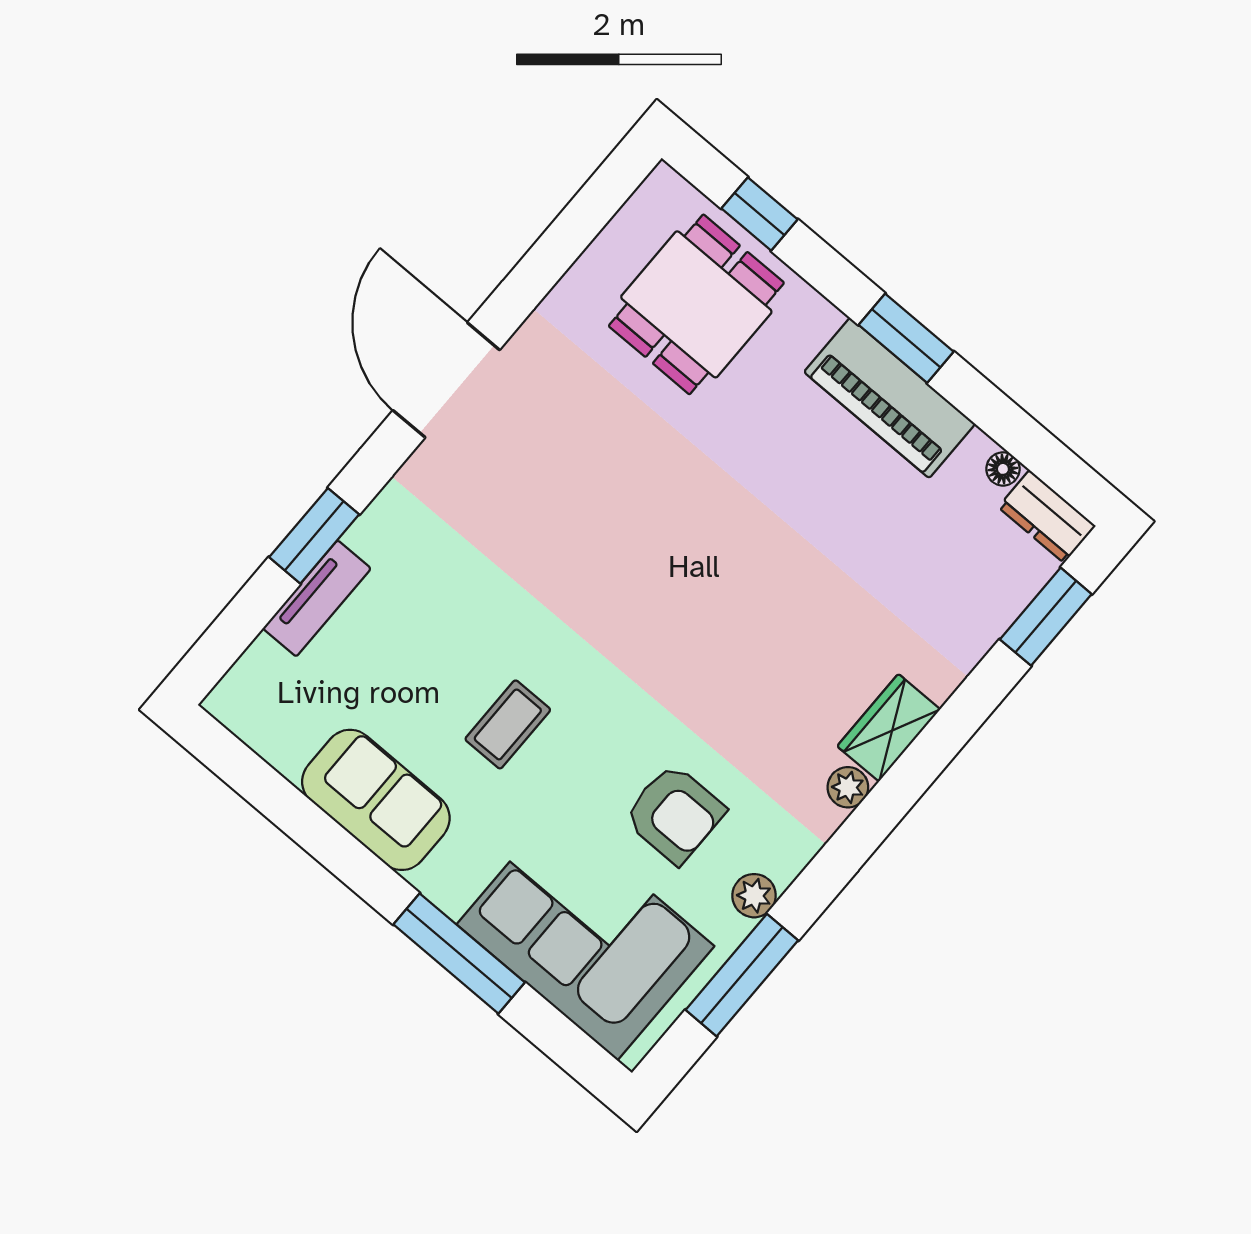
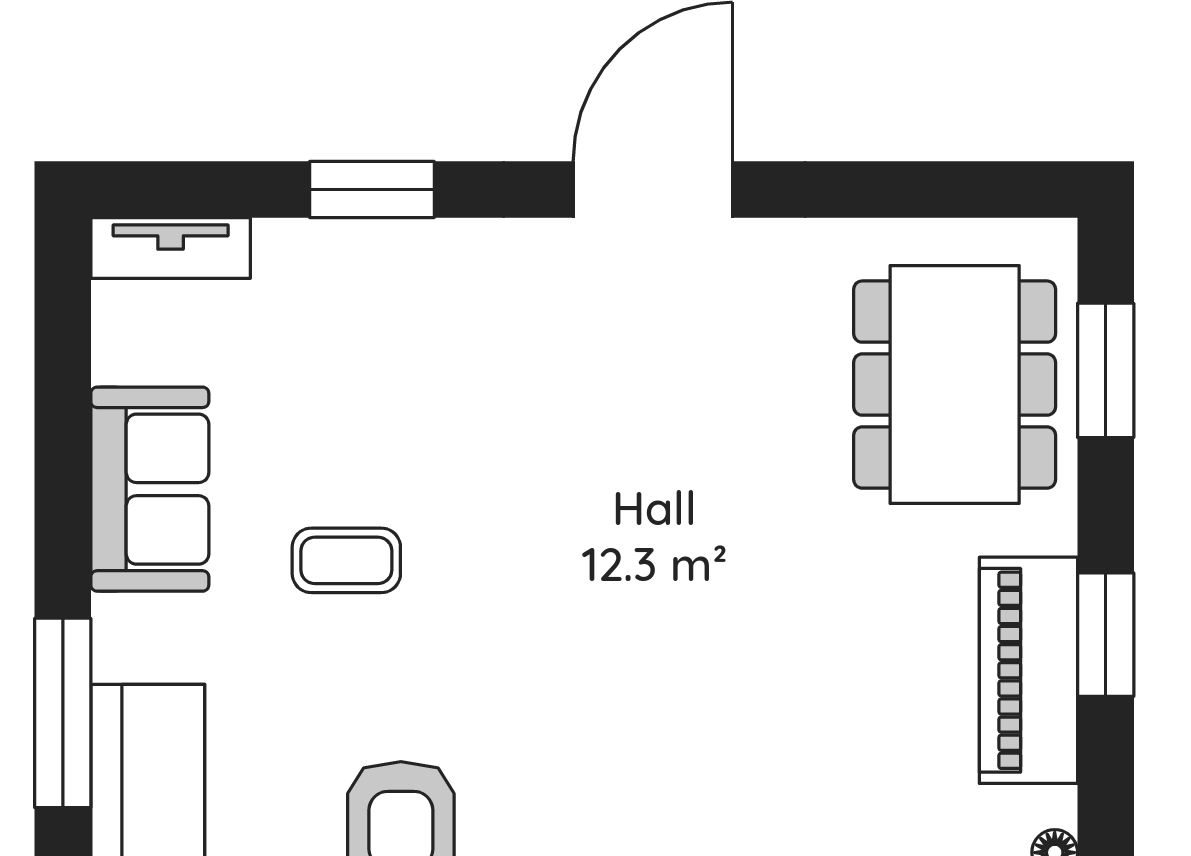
window: (760, 214) -> (1106, 370), width x1.50
dining table: (696, 304) -> (955, 385), width x1.38
tv unit: (317, 598) -> (171, 248), moved

